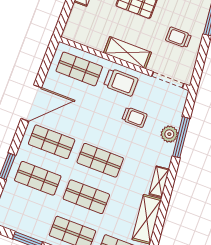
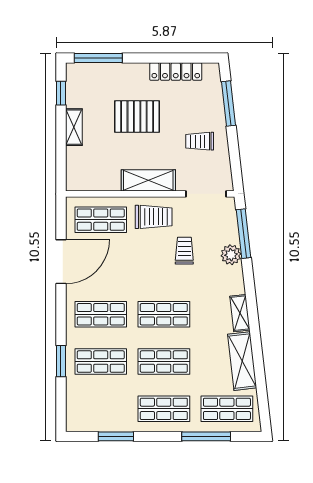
door: (31, 103) -> (61, 262), moved
trolley: (135, 117) -> (184, 251), turned -90
window: (181, 137) -> (243, 234), moved

